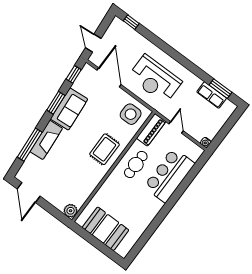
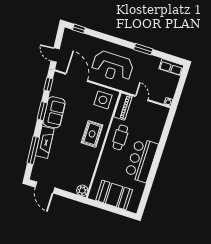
window: (221, 89) -> (143, 49), moved
row of seats: (212, 95) -> (171, 67), moved
bar counter: (169, 175) -> (142, 160), moved

